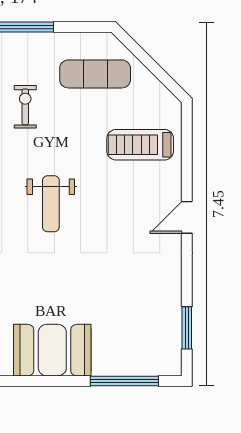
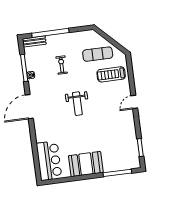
exercise mat: (95, 74) -> (98, 54), moved

